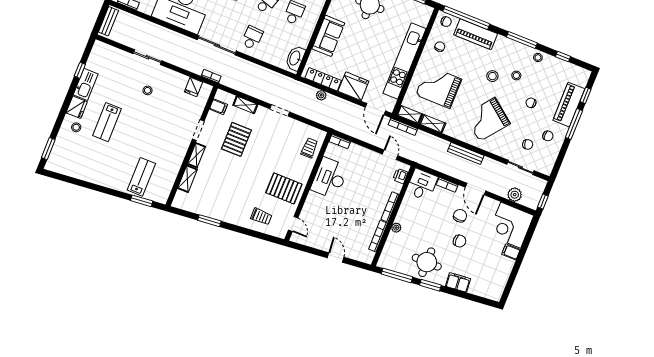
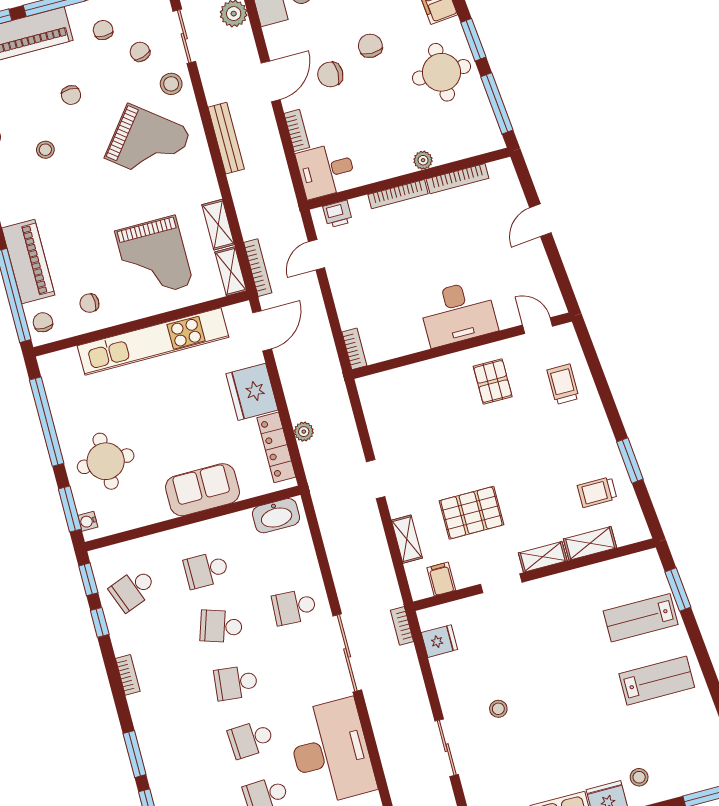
stool: (492, 76) -> (171, 84), moved
lab bench: (107, 122) -> (657, 681), moved
trolley: (309, 148) -> (597, 492), moved
desk: (329, 178) -> (458, 313), moved
pallet: (284, 188) -> (493, 381), width x0.67, depth x0.71
door: (293, 224) -> (538, 326), hinge flipped

